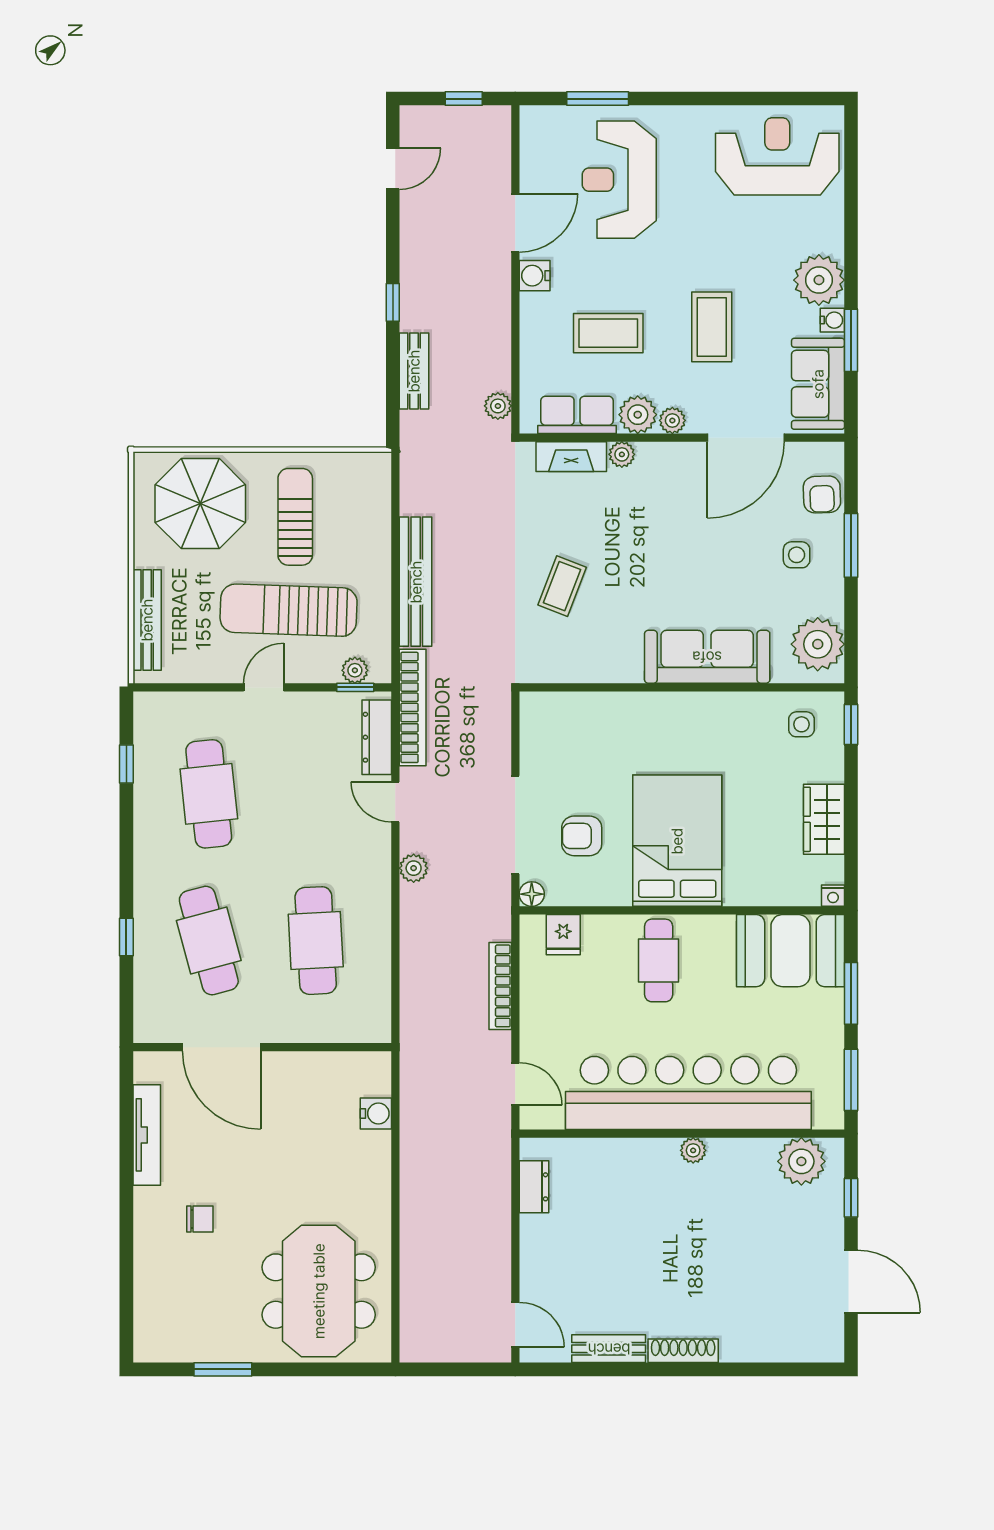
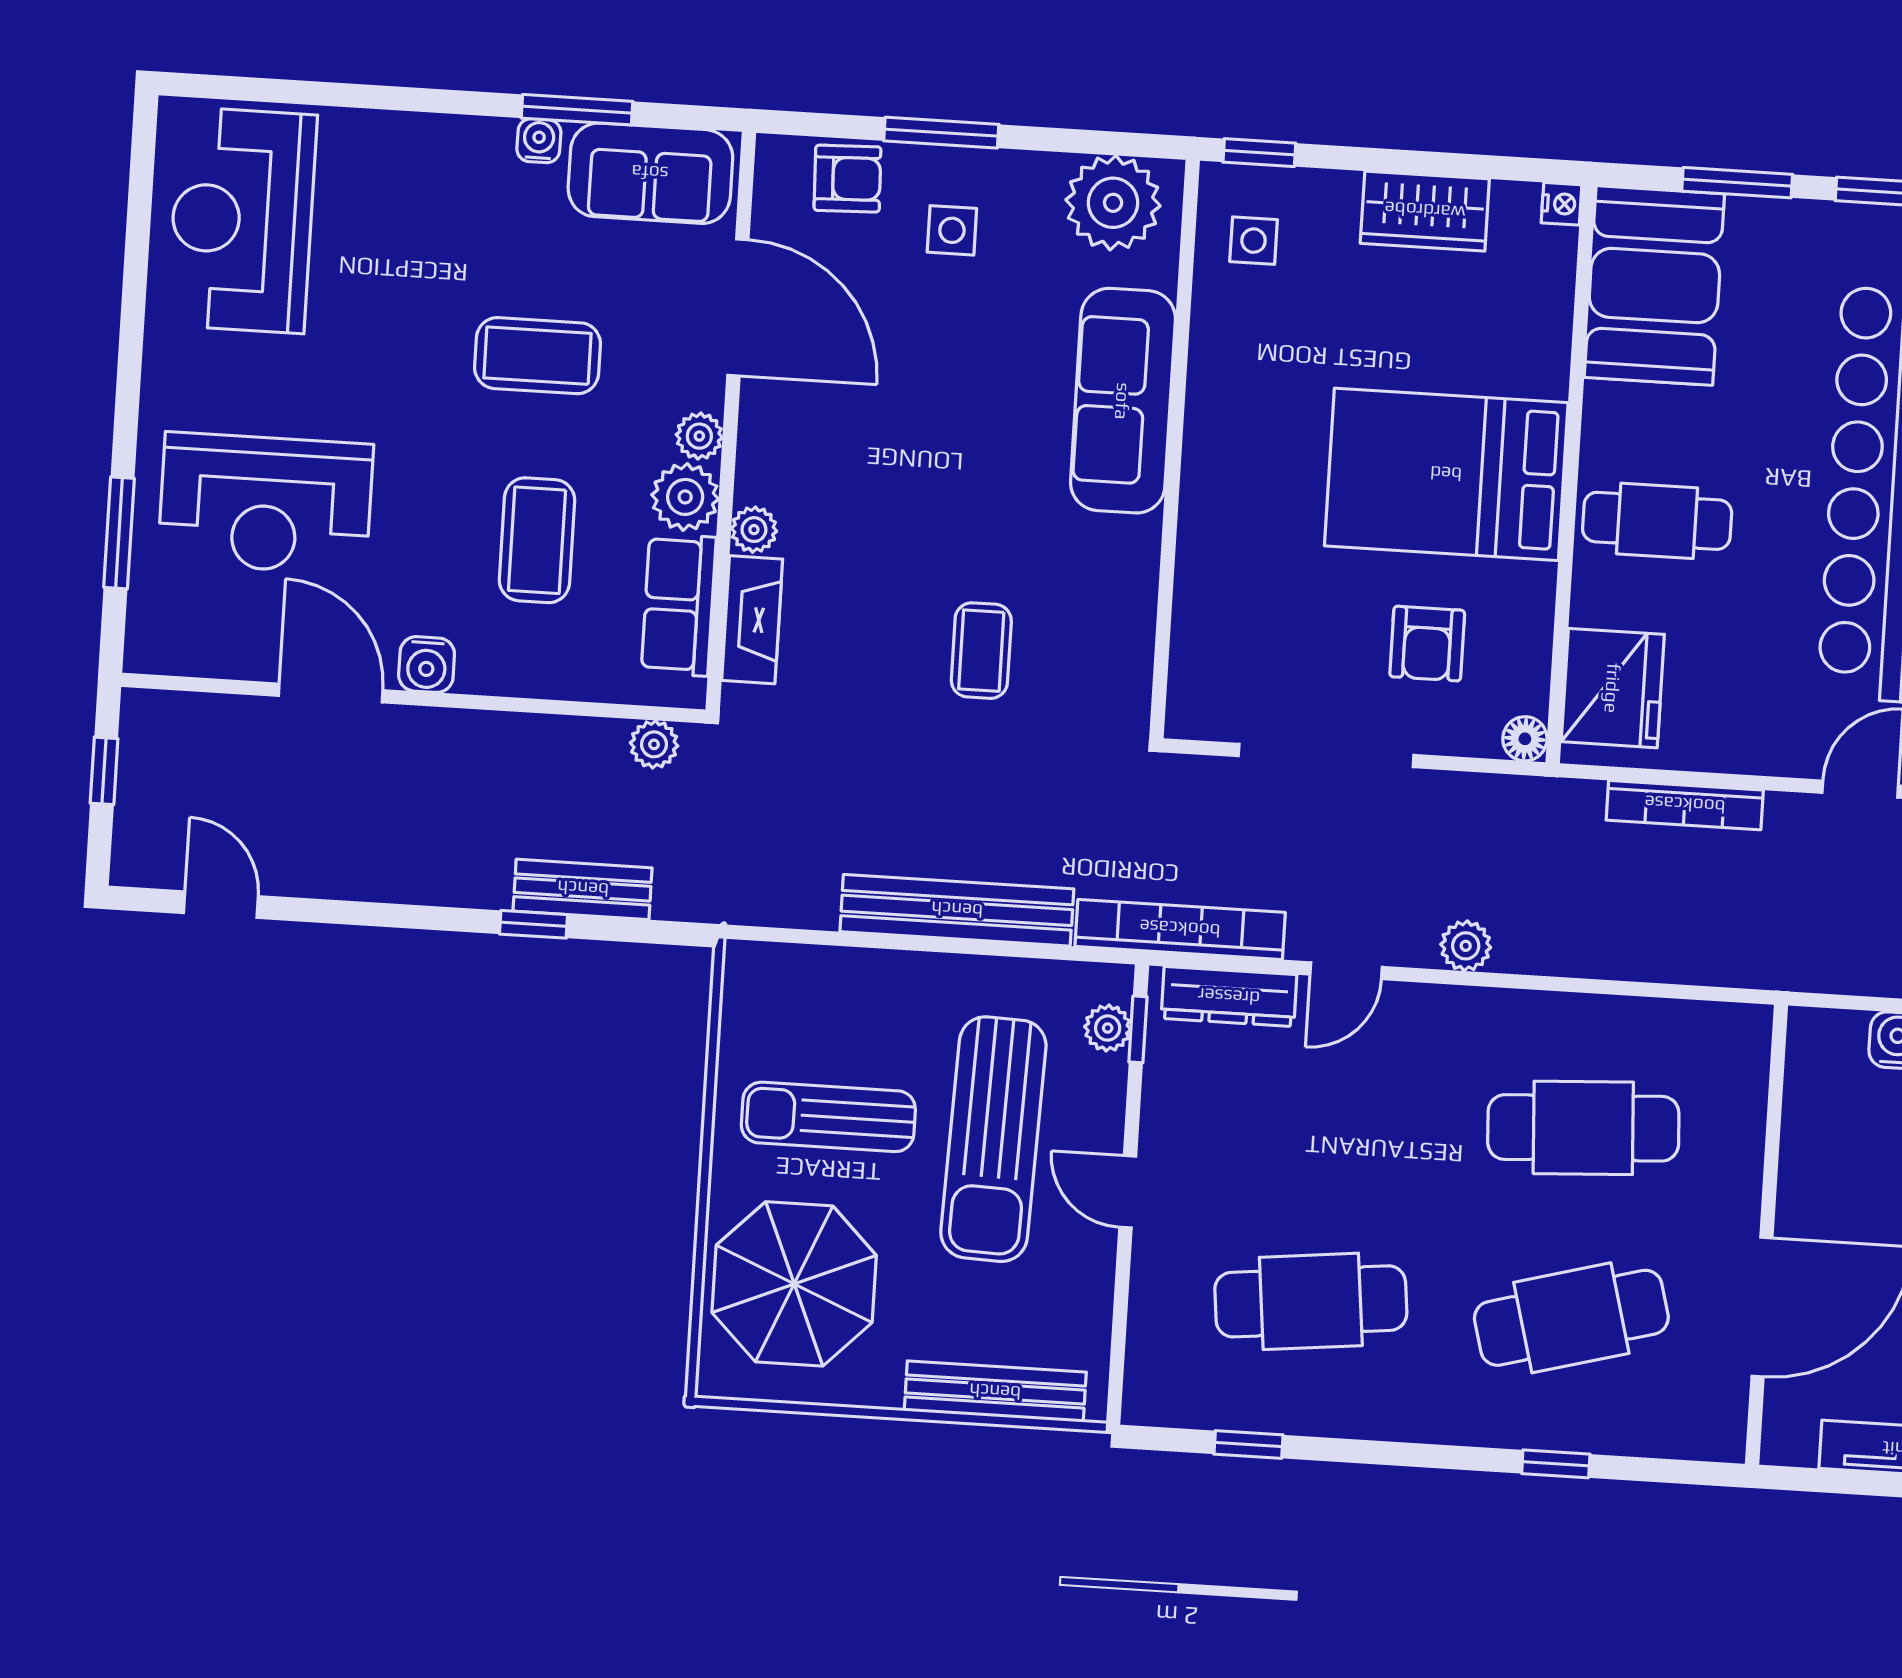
plant: (819, 280) -> (466, 160), removed
window: (393, 302) -> (534, 924), moved
coffee table: (562, 586) -> (981, 651), turned 69
doorway: (515, 825) -> (1326, 756), moved
fridge: (563, 935) -> (1613, 688), width x1.88, depth x1.34

